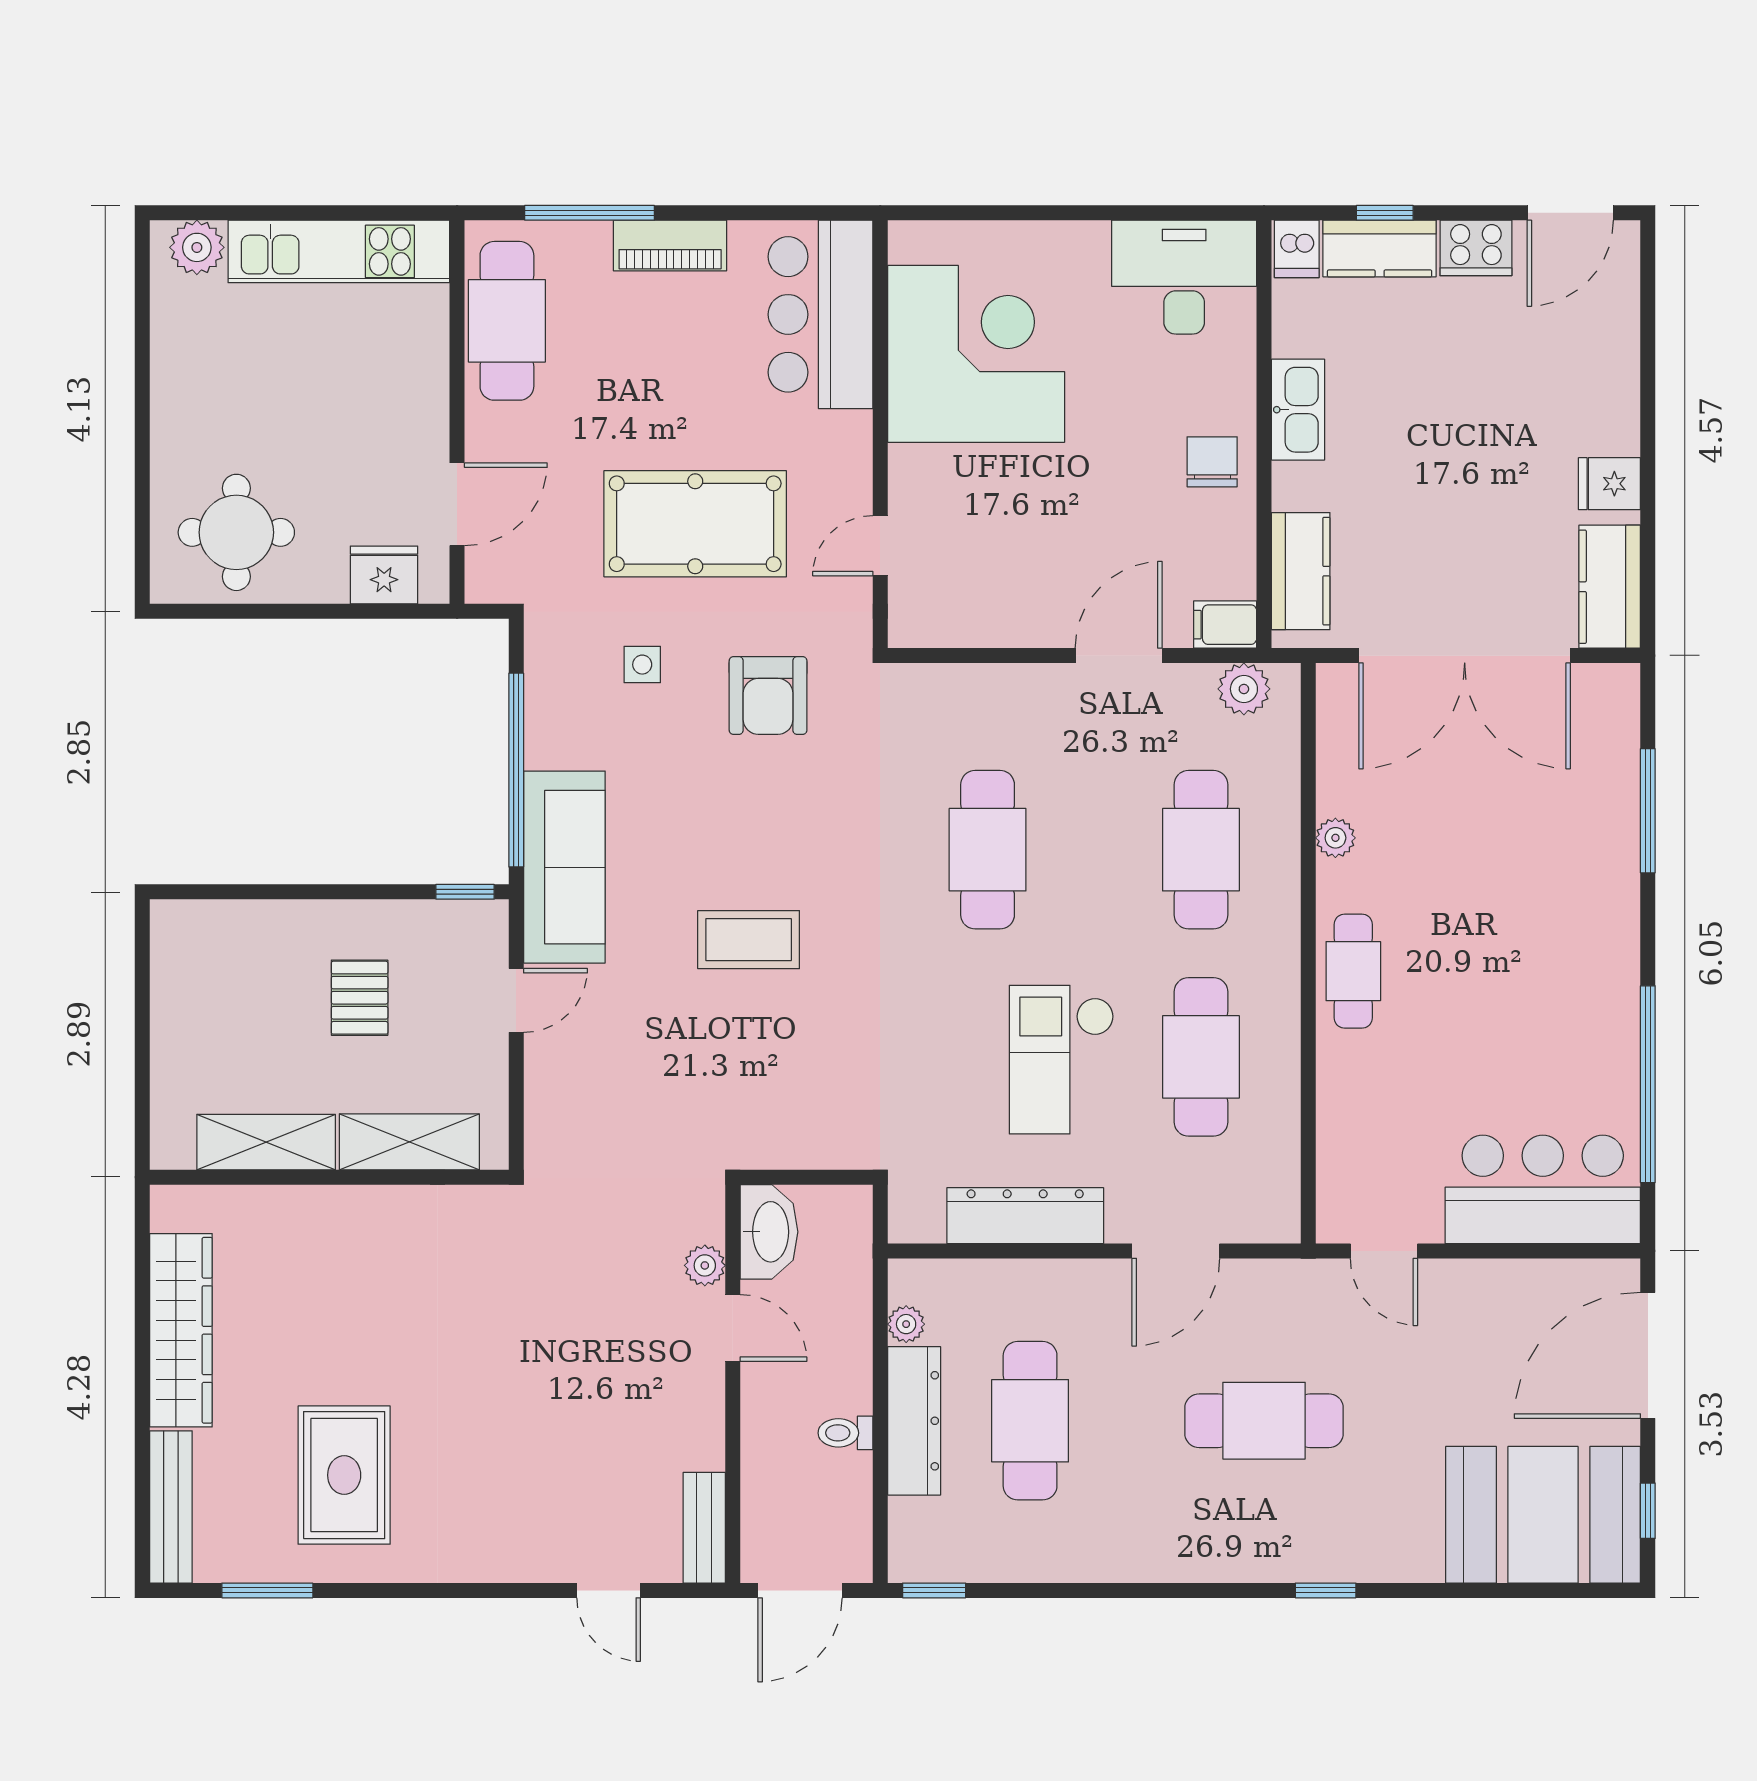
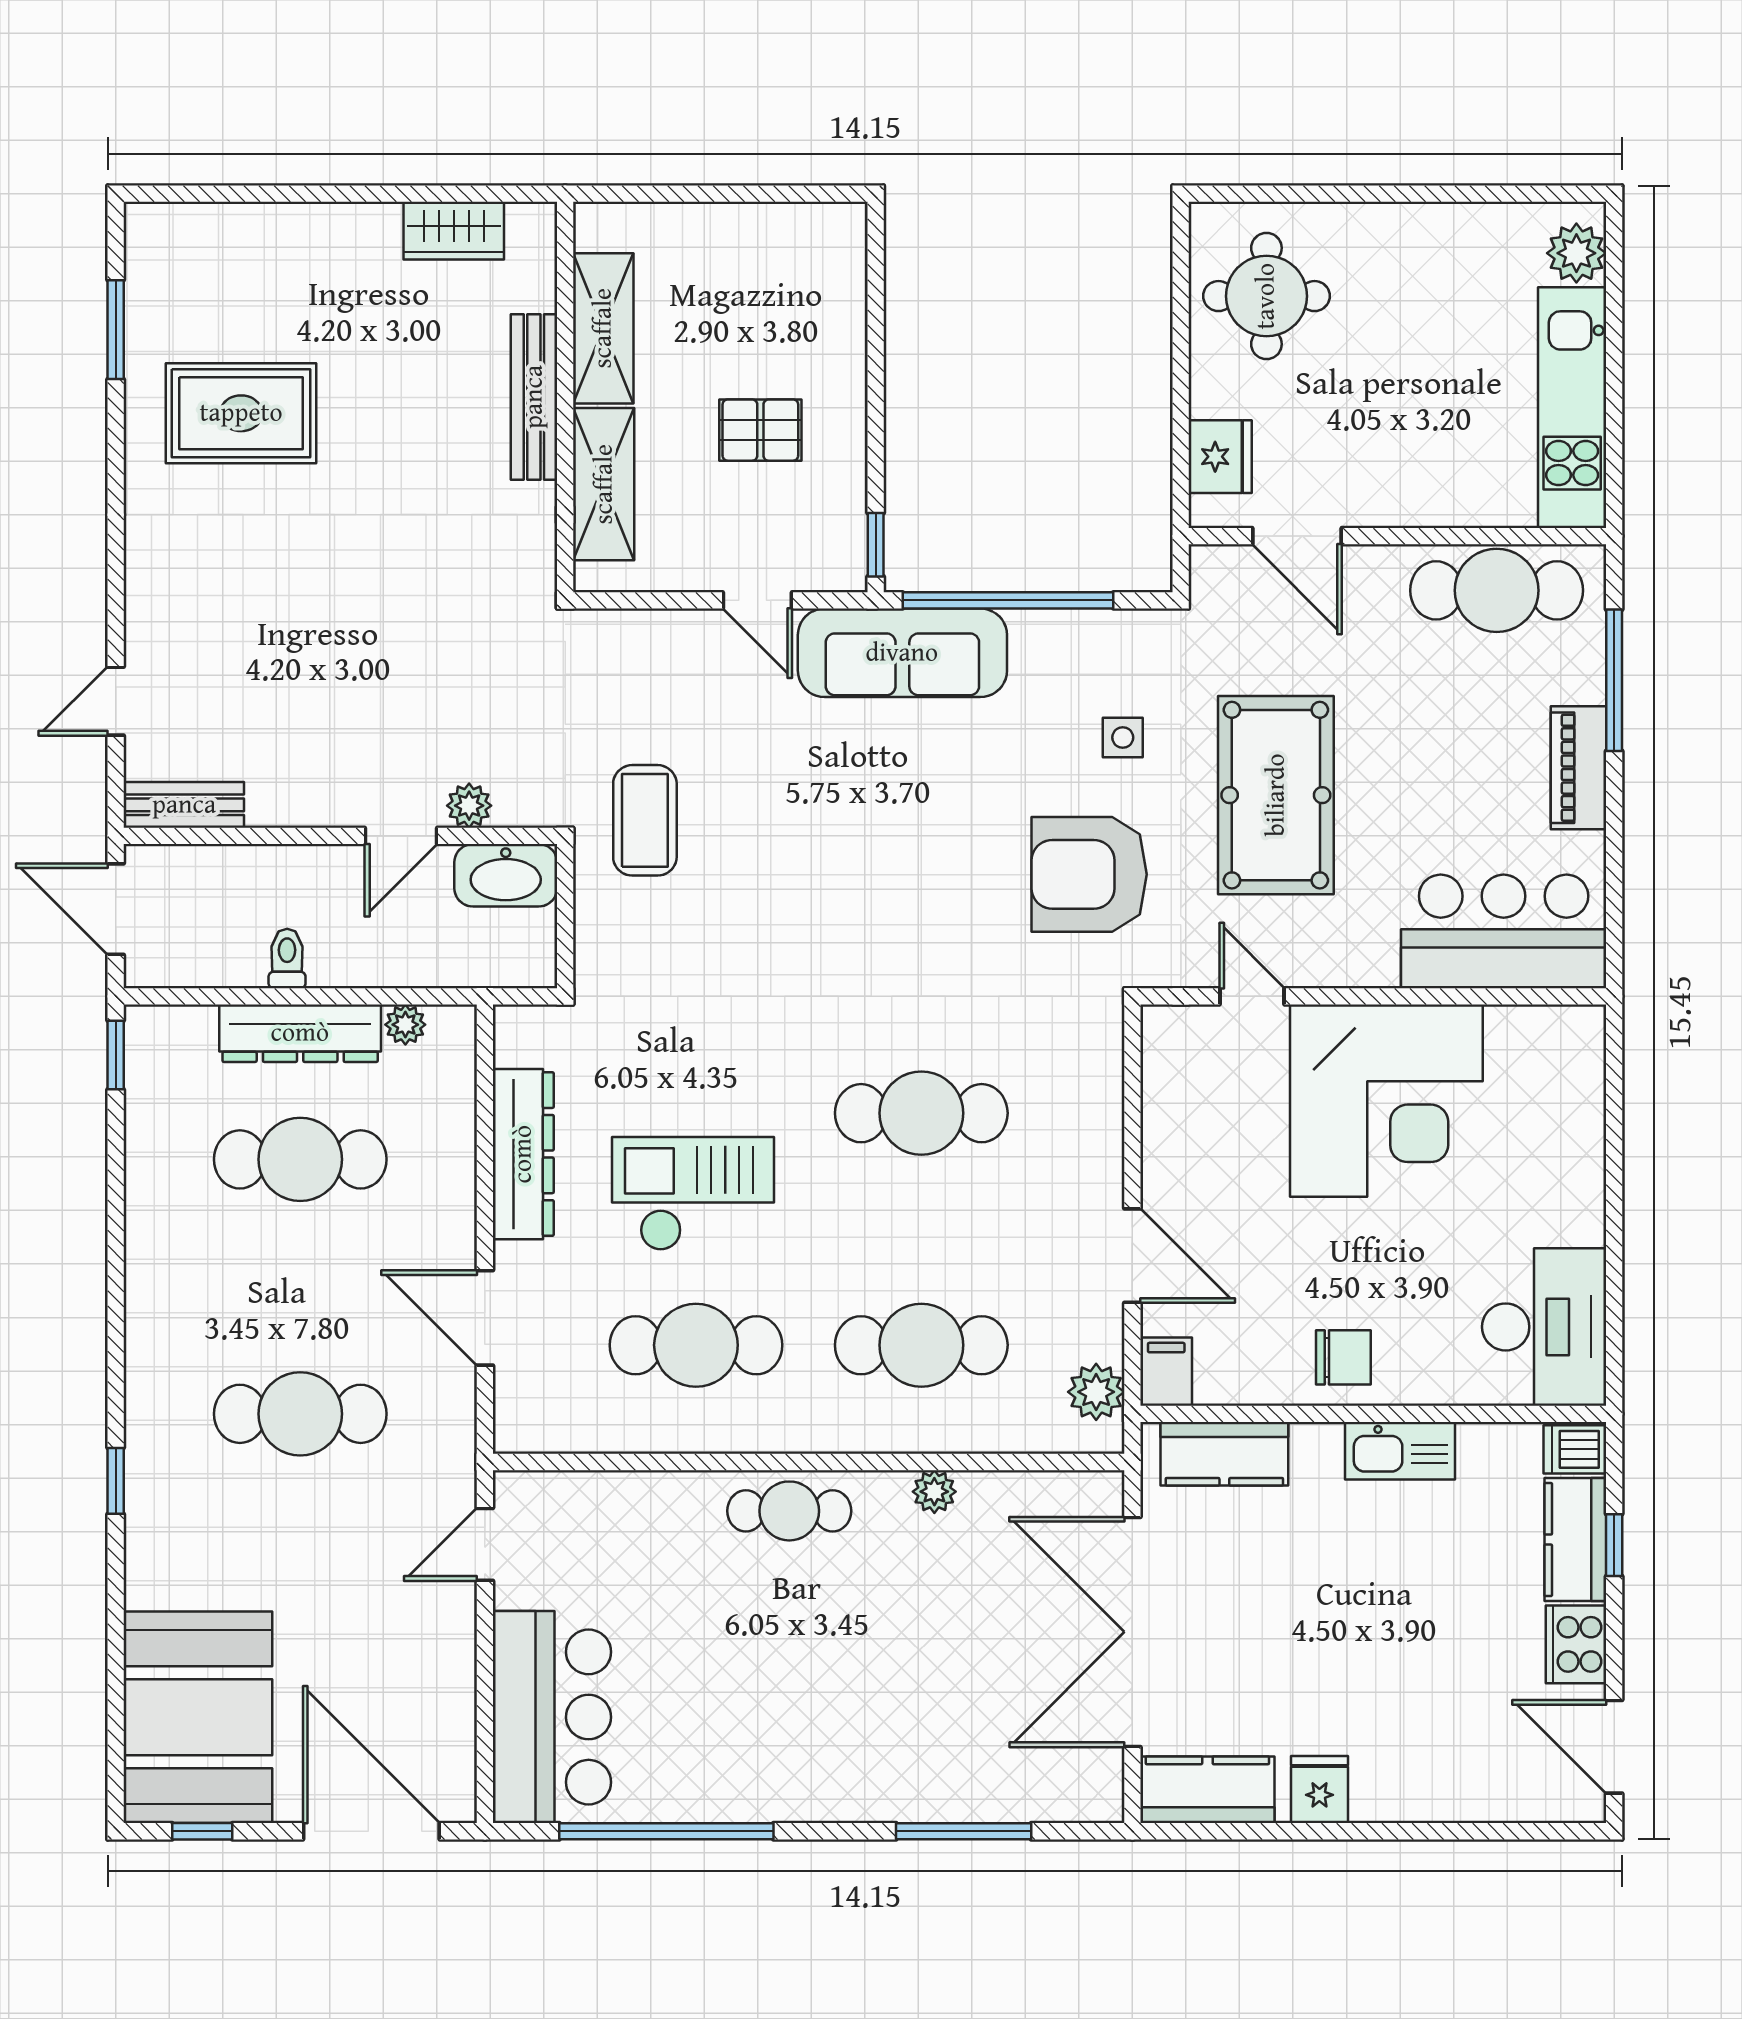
corner desk: (976, 354) -> (1386, 1101), moved
armchair: (768, 695) -> (1089, 874), width x1.36, depth x1.36
coffee table: (749, 940) -> (645, 820), moved
wardrobe: (181, 1330) -> (454, 231), width x0.48, depth x0.85
cafe table: (1264, 1421) -> (300, 1414), turned 90
bench: (171, 1507) -> (534, 397), moved, turned 90

